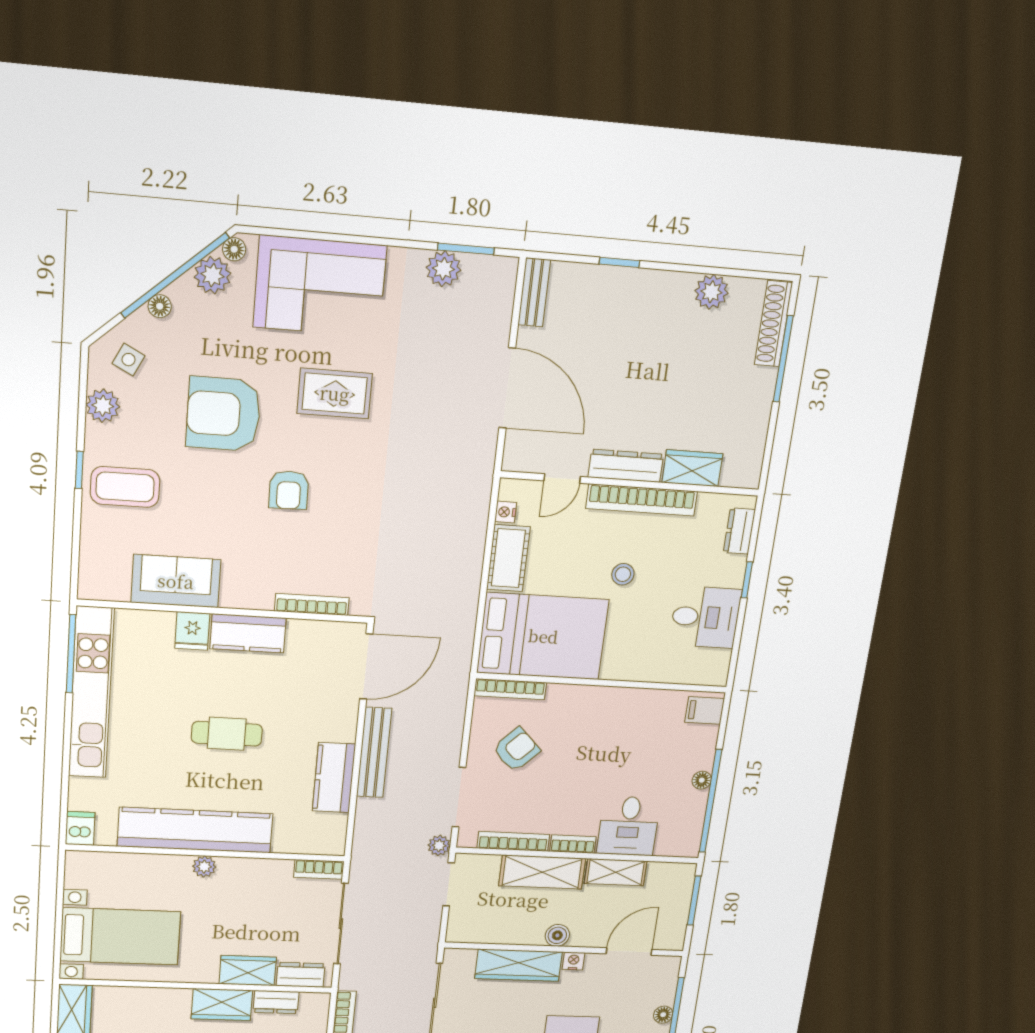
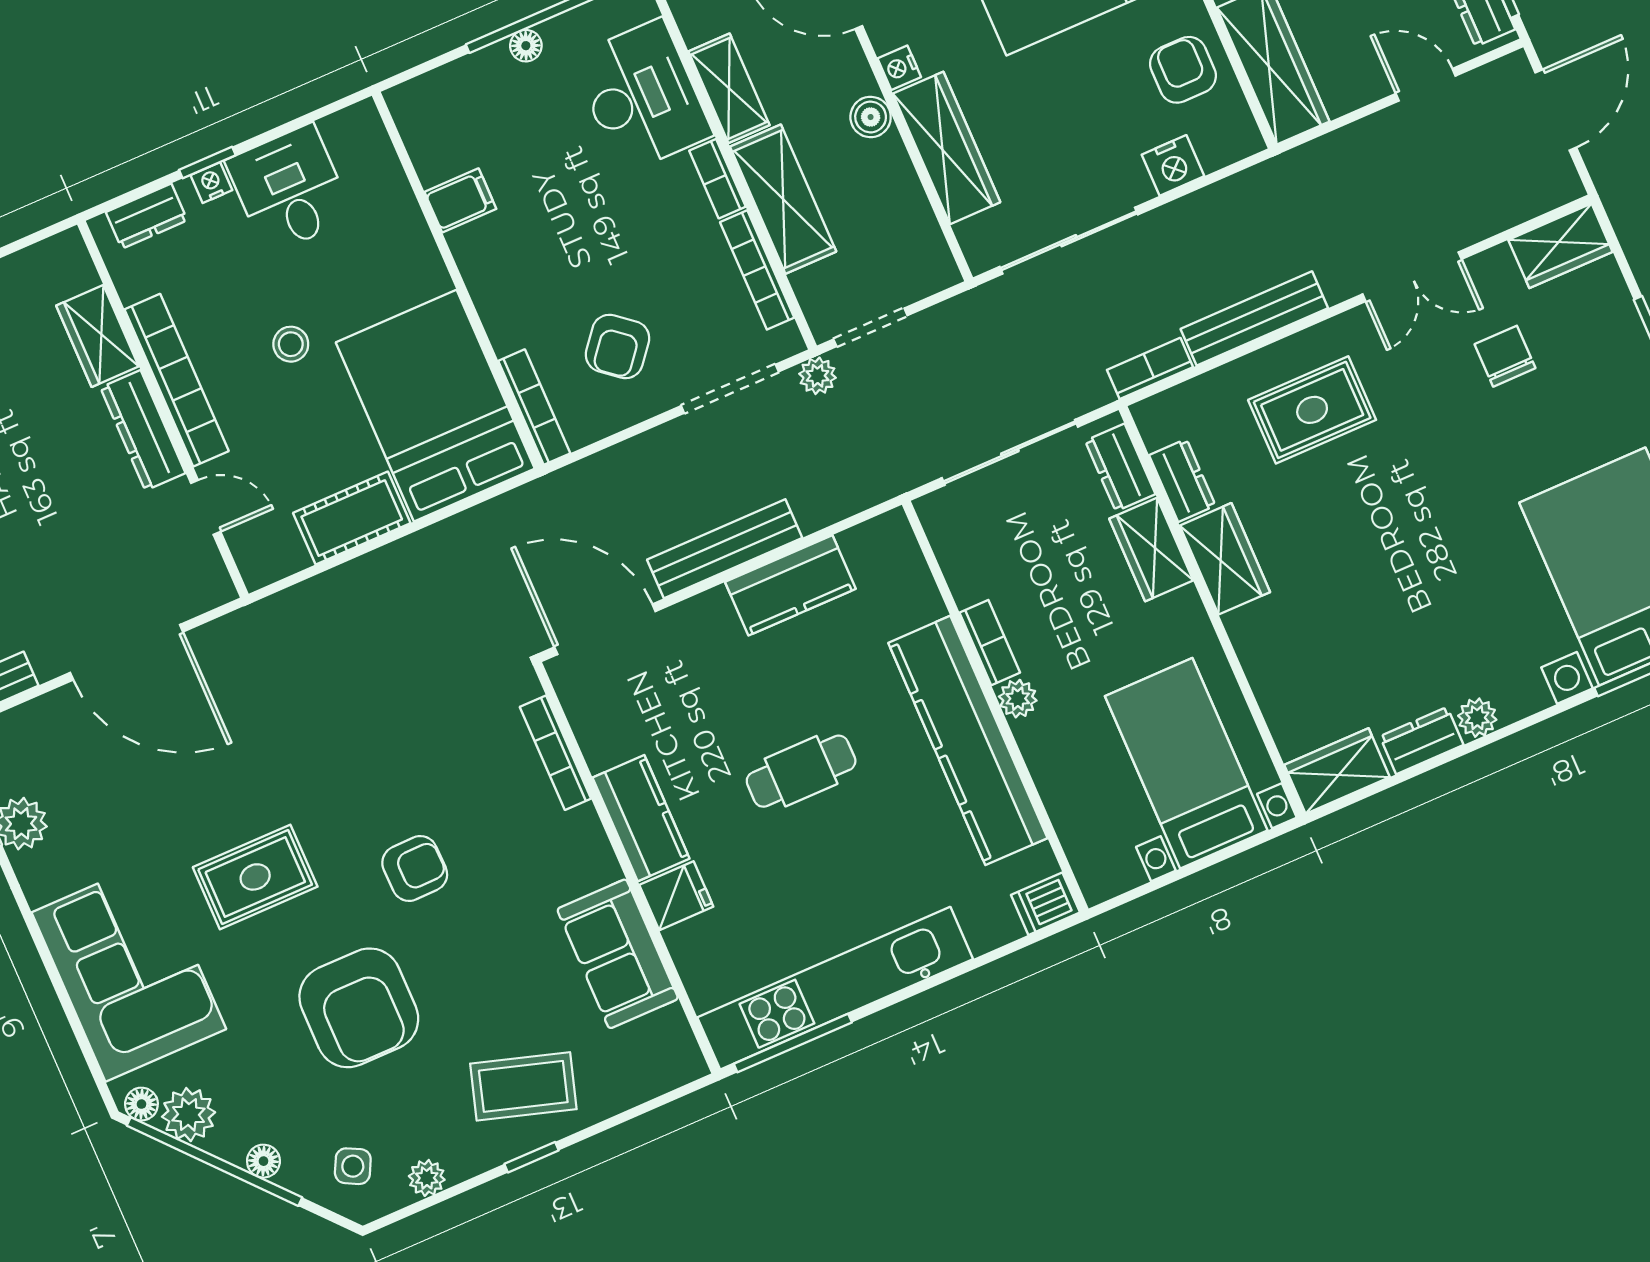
door: (507, 388) -> (127, 652), swing flipped
rug: (335, 393) -> (255, 877), turned 90
plant: (103, 406) -> (427, 1178), width x0.73, depth x0.73
coffee table: (125, 487) -> (523, 1086), turned -73
nightstand: (506, 512) -> (211, 183), moved, turned 180
filing cabinet: (705, 710) -> (460, 200), moved, turned -90
cafe table: (227, 734) -> (801, 771), turned 90
armchair: (516, 750) -> (617, 346), turned -96
desk: (628, 826) -> (642, 96), width x1.37
bookcase: (319, 869) -> (990, 643), moved

